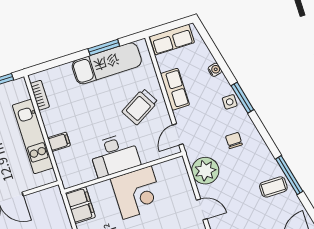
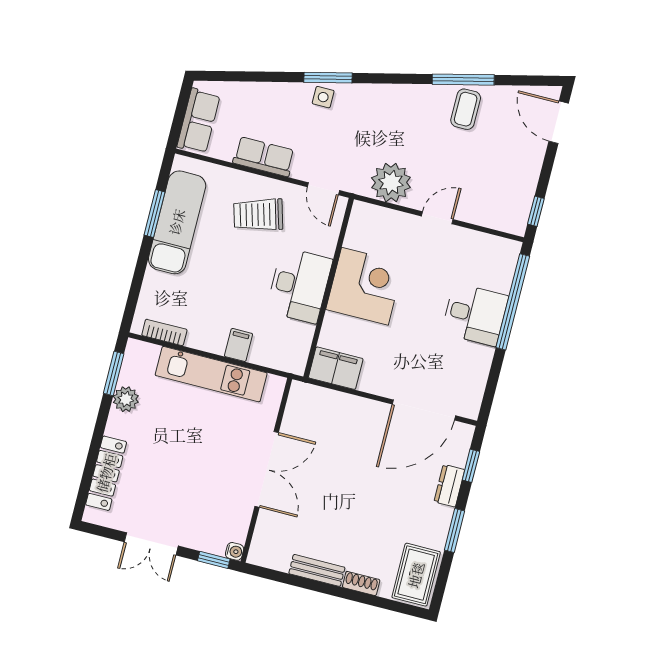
water cooler: (215, 70) -> (271, 90), removed
trolley: (140, 107) -> (258, 215), turned 104
chair: (234, 140) -> (375, 122), removed

